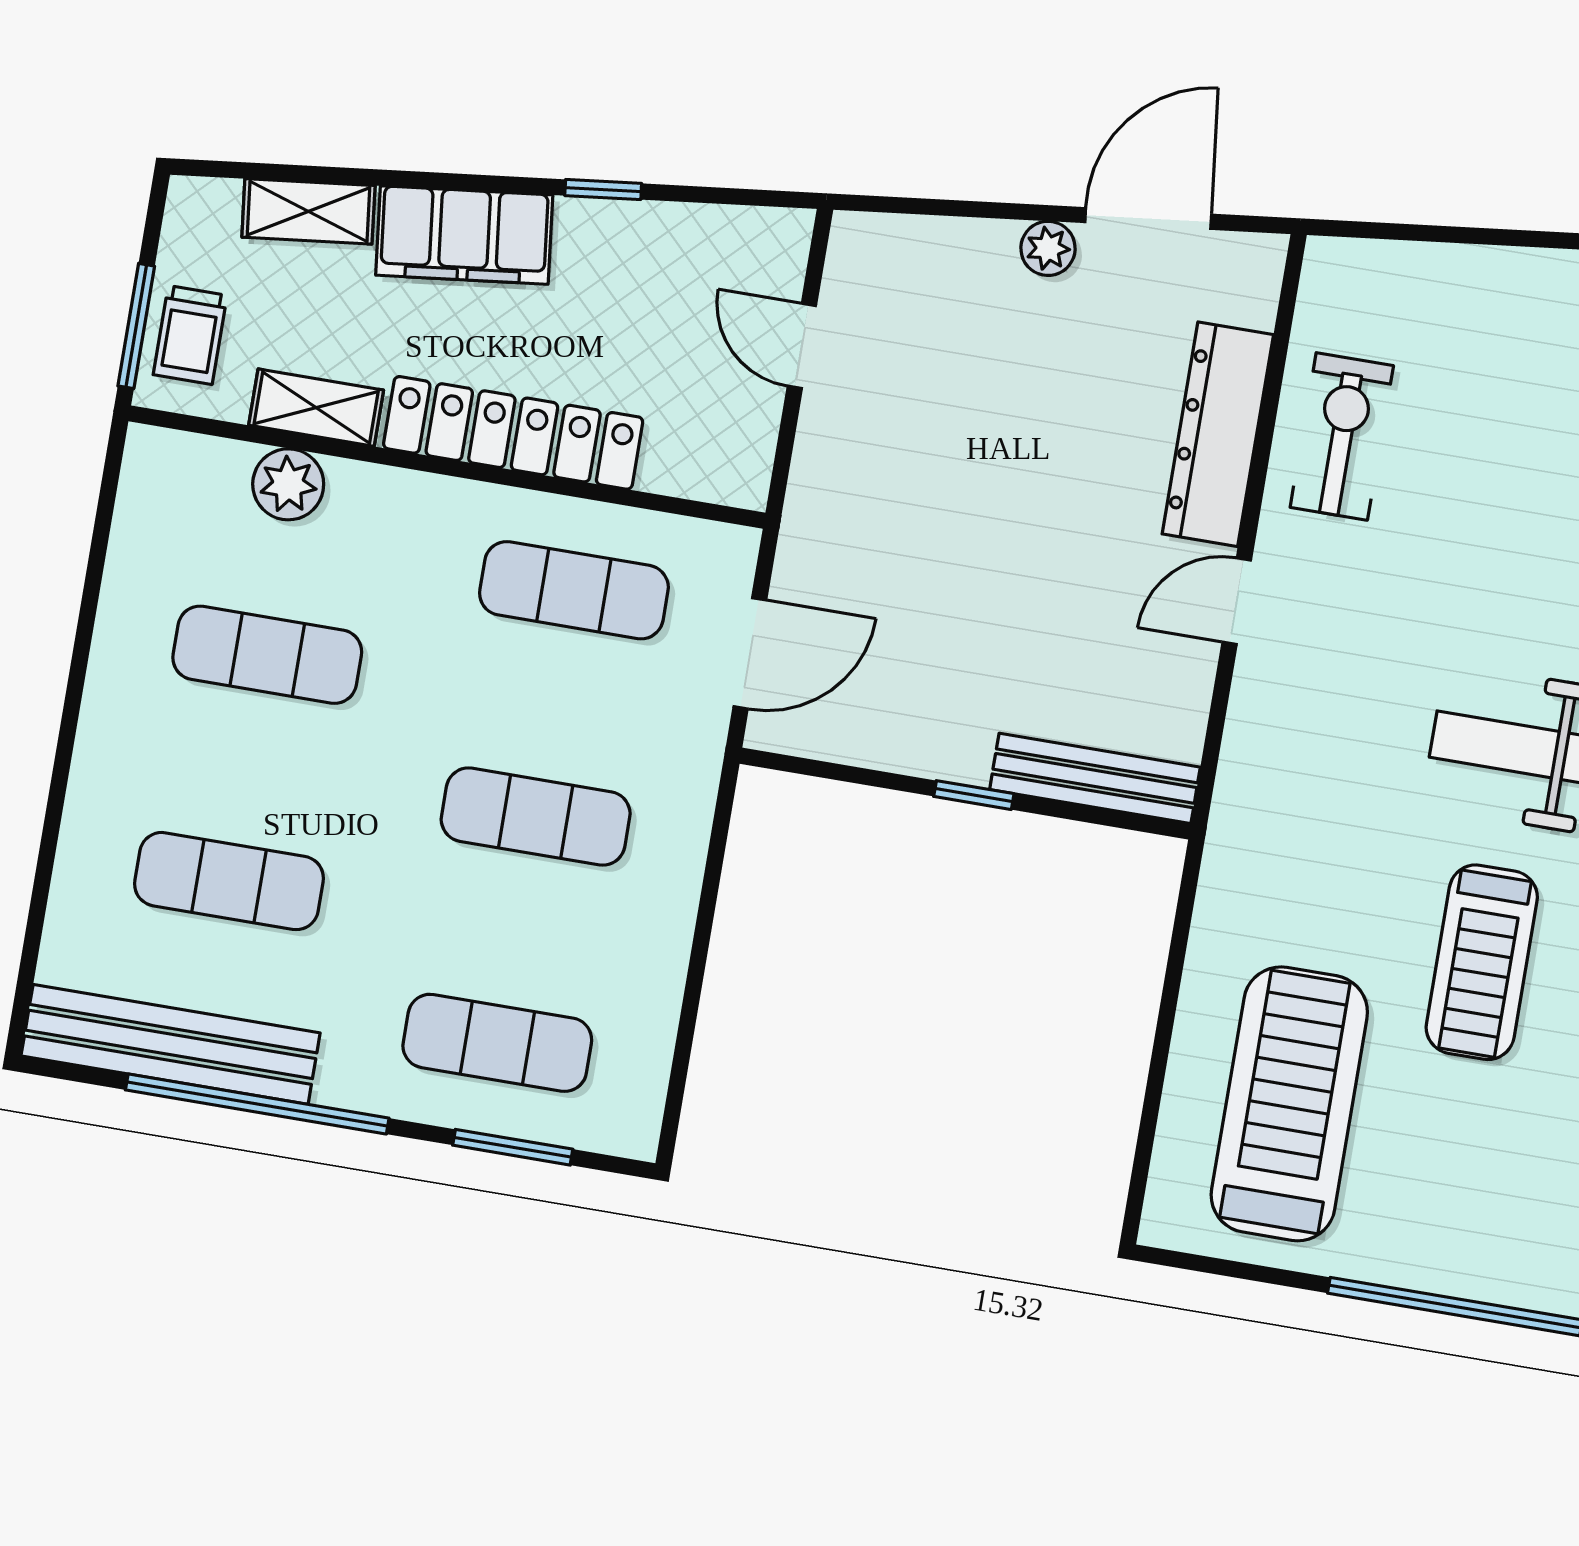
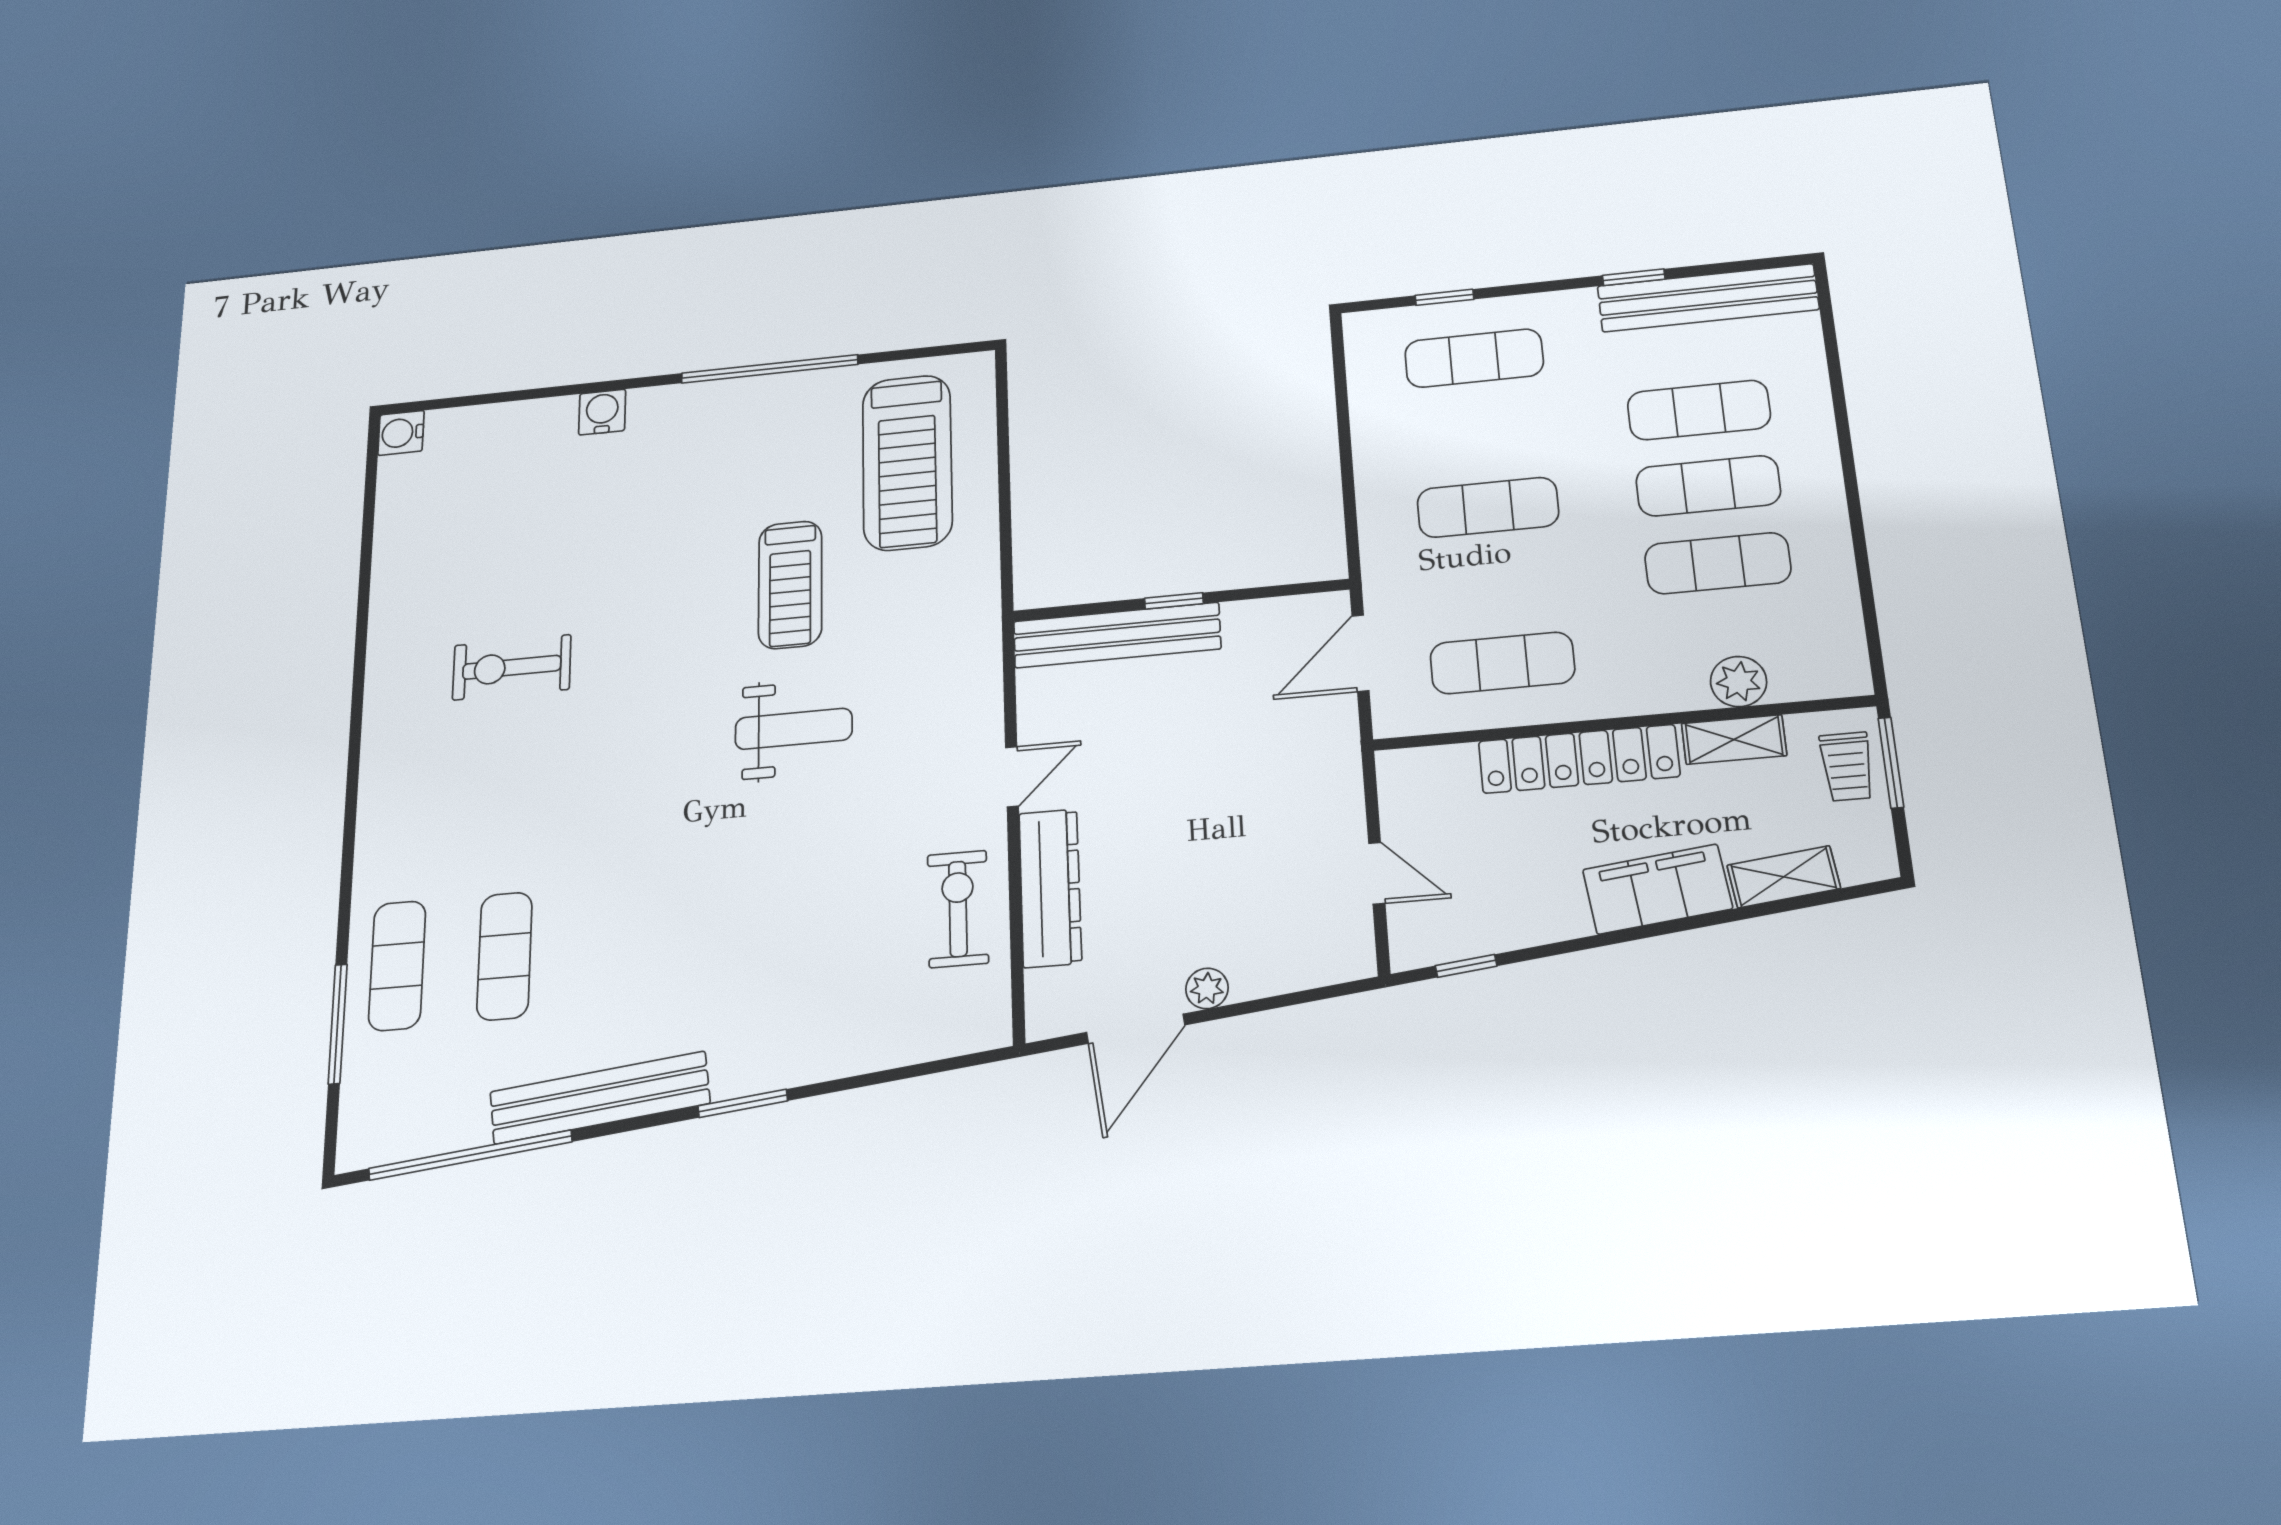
window: (603, 190) -> (1466, 966), moved
trolley: (190, 335) -> (1847, 766), turned 180
exercise bike: (1342, 436) -> (958, 909), turned 180
exercise mat: (248, 768) -> (1708, 486), added
bench: (1095, 778) -> (1117, 635), width x1.37, depth x1.21
treadmill: (1482, 962) -> (790, 585), turned 180
window: (257, 1104) -> (1634, 277), width x0.32
window: (513, 1147) -> (1444, 297), width x0.67

